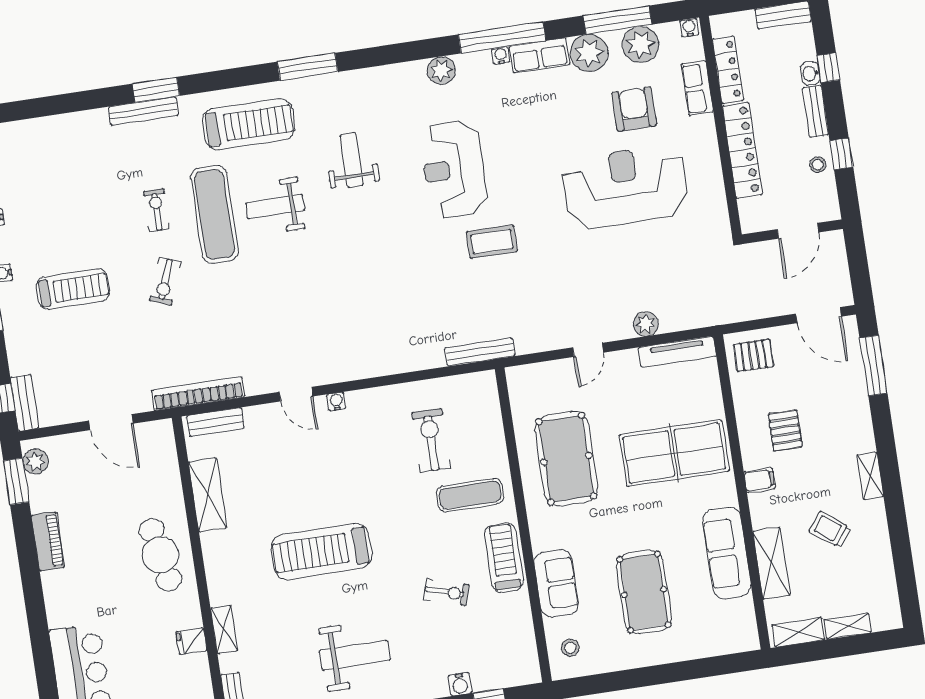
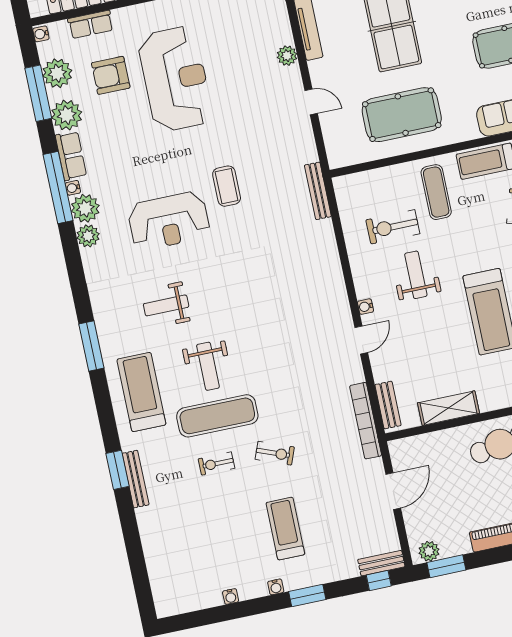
plant: (475, 69) -> (85, 208), added
reception desk: (625, 187) -> (175, 79), turned 180
weight bench: (371, 465) -> (416, 275), added

